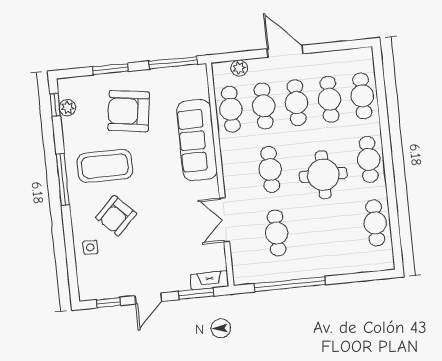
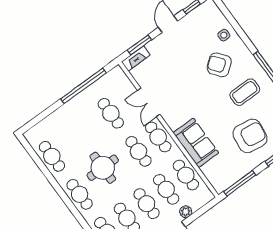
plant: (239, 68) -> (186, 212), moved
sofa: (197, 140) -> (196, 143), width x0.73
coffee table: (105, 166) -> (245, 92), width x0.73, depth x0.76
cafe table: (237, 173) -> (158, 137), added
armchair: (116, 216) -> (219, 65), turned -83
double door: (225, 220) -> (149, 102), swing flipped

